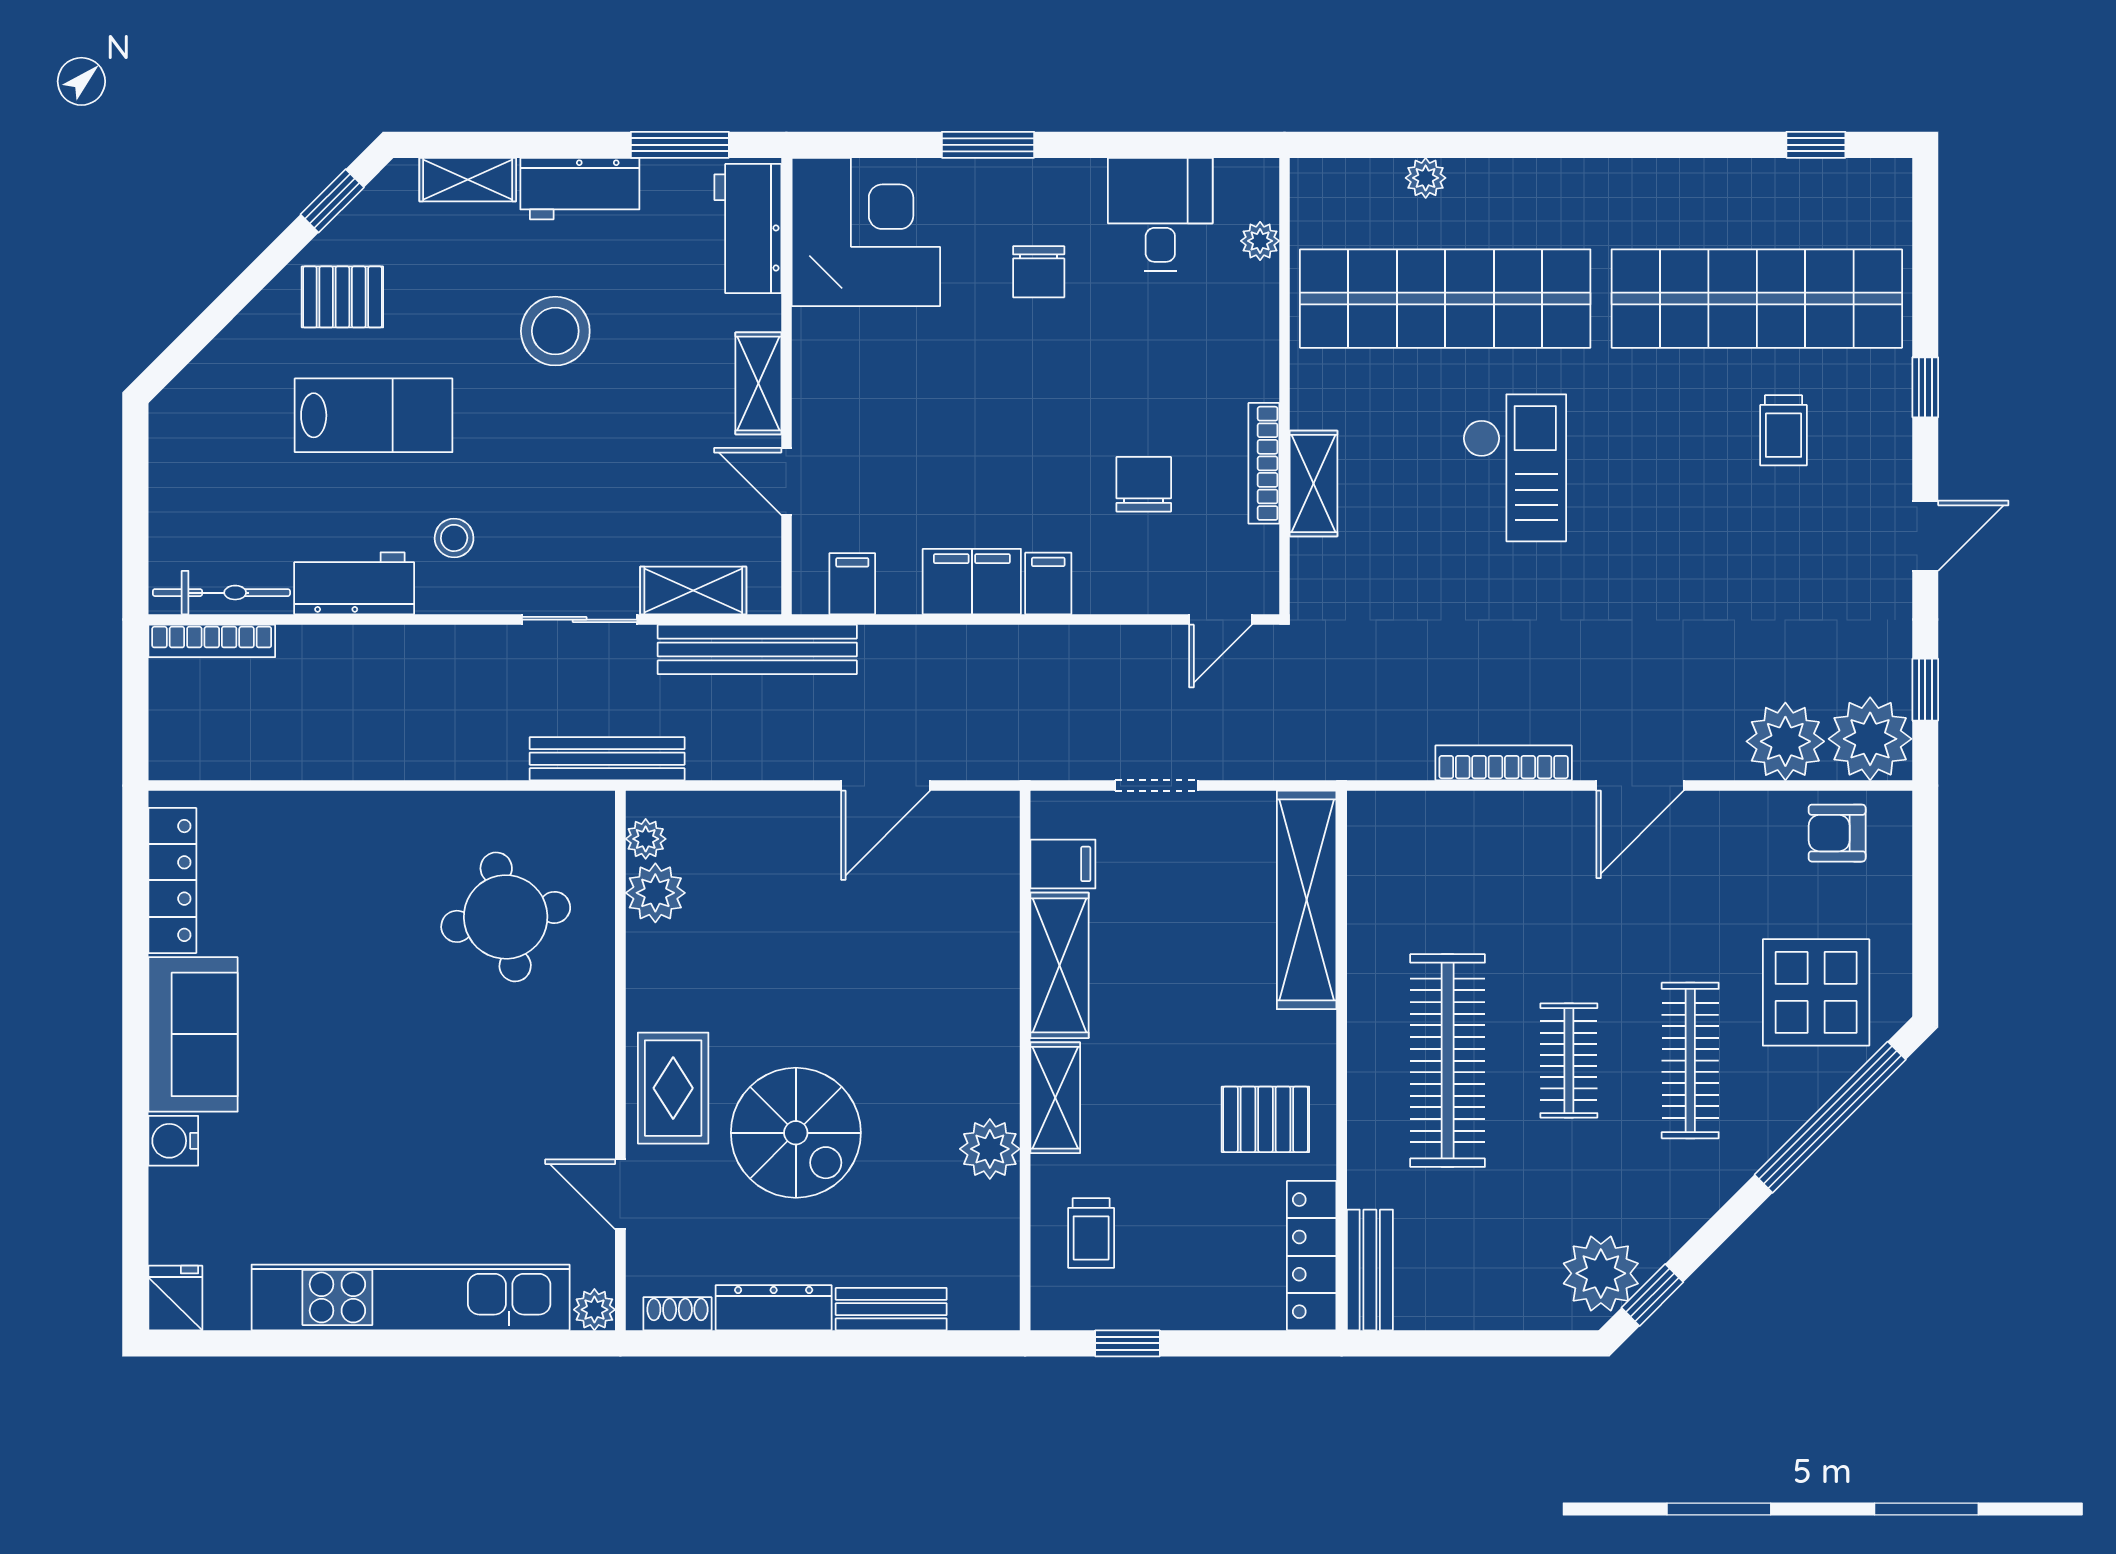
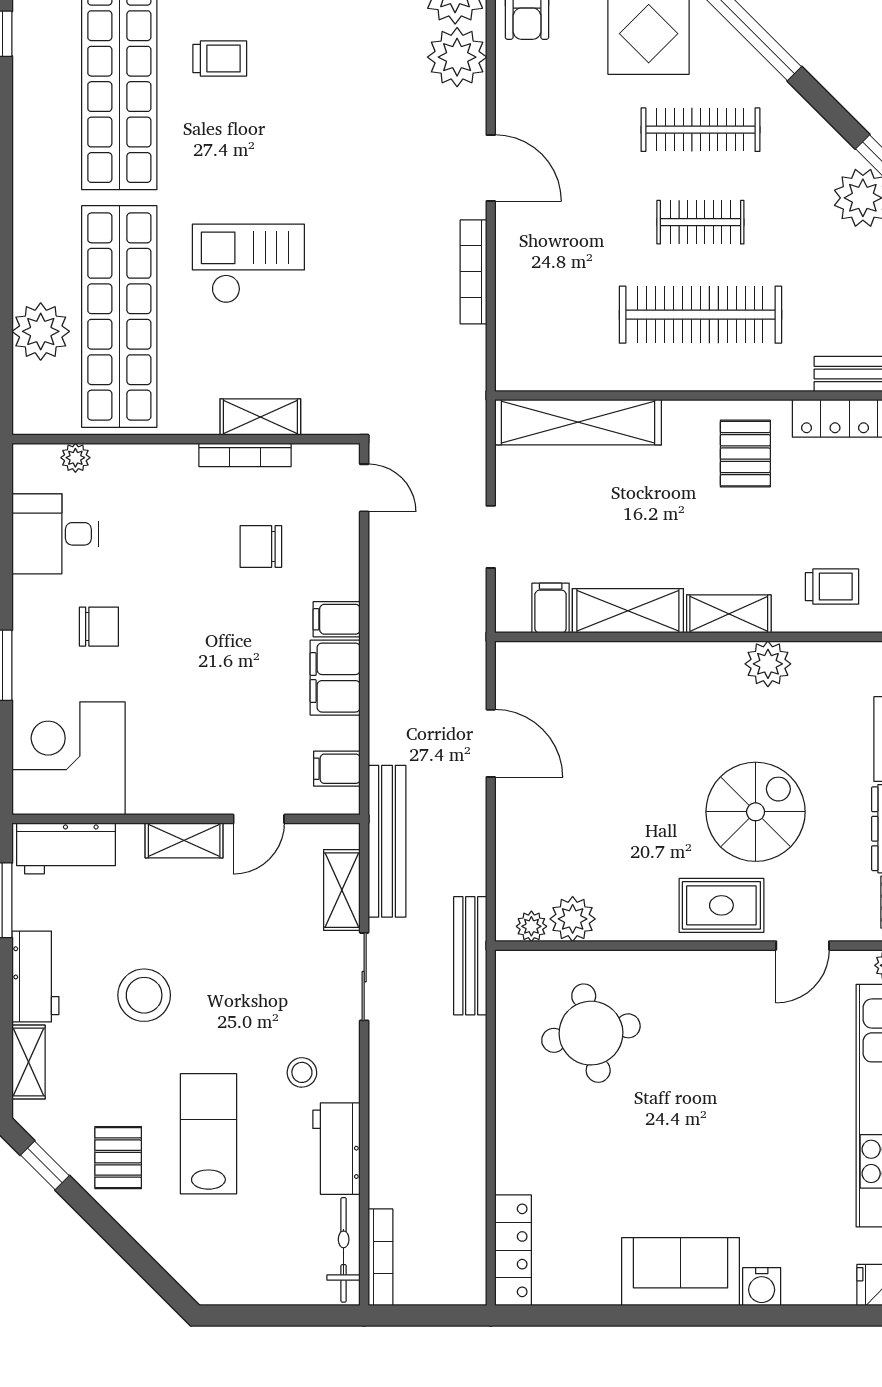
plant: (1426, 178) -> (41, 331), width x1.88, depth x1.88
locker: (172, 880) -> (513, 1250), moved, turned 90

